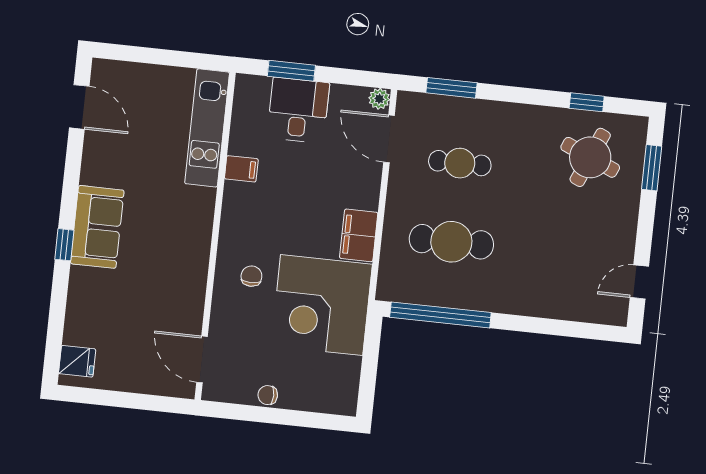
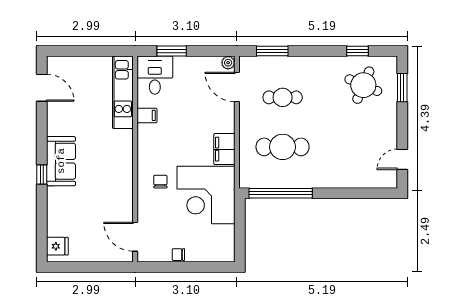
desk: (298, 110) -> (155, 75), moved

